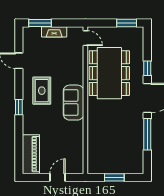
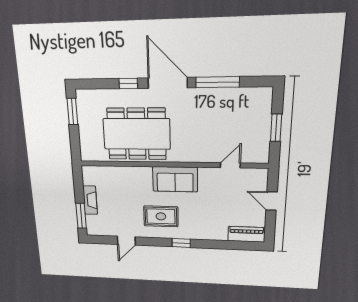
door: (85, 38) -> (230, 165), moved
piano: (31, 154) -> (246, 234), width x0.73, depth x0.75

